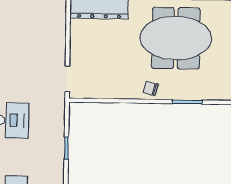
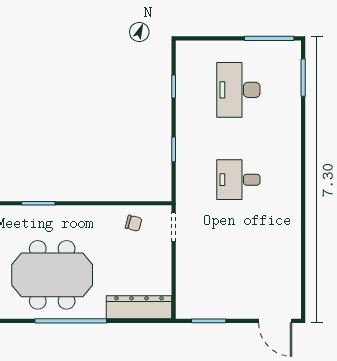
chair: (151, 88) -> (134, 223), moved

